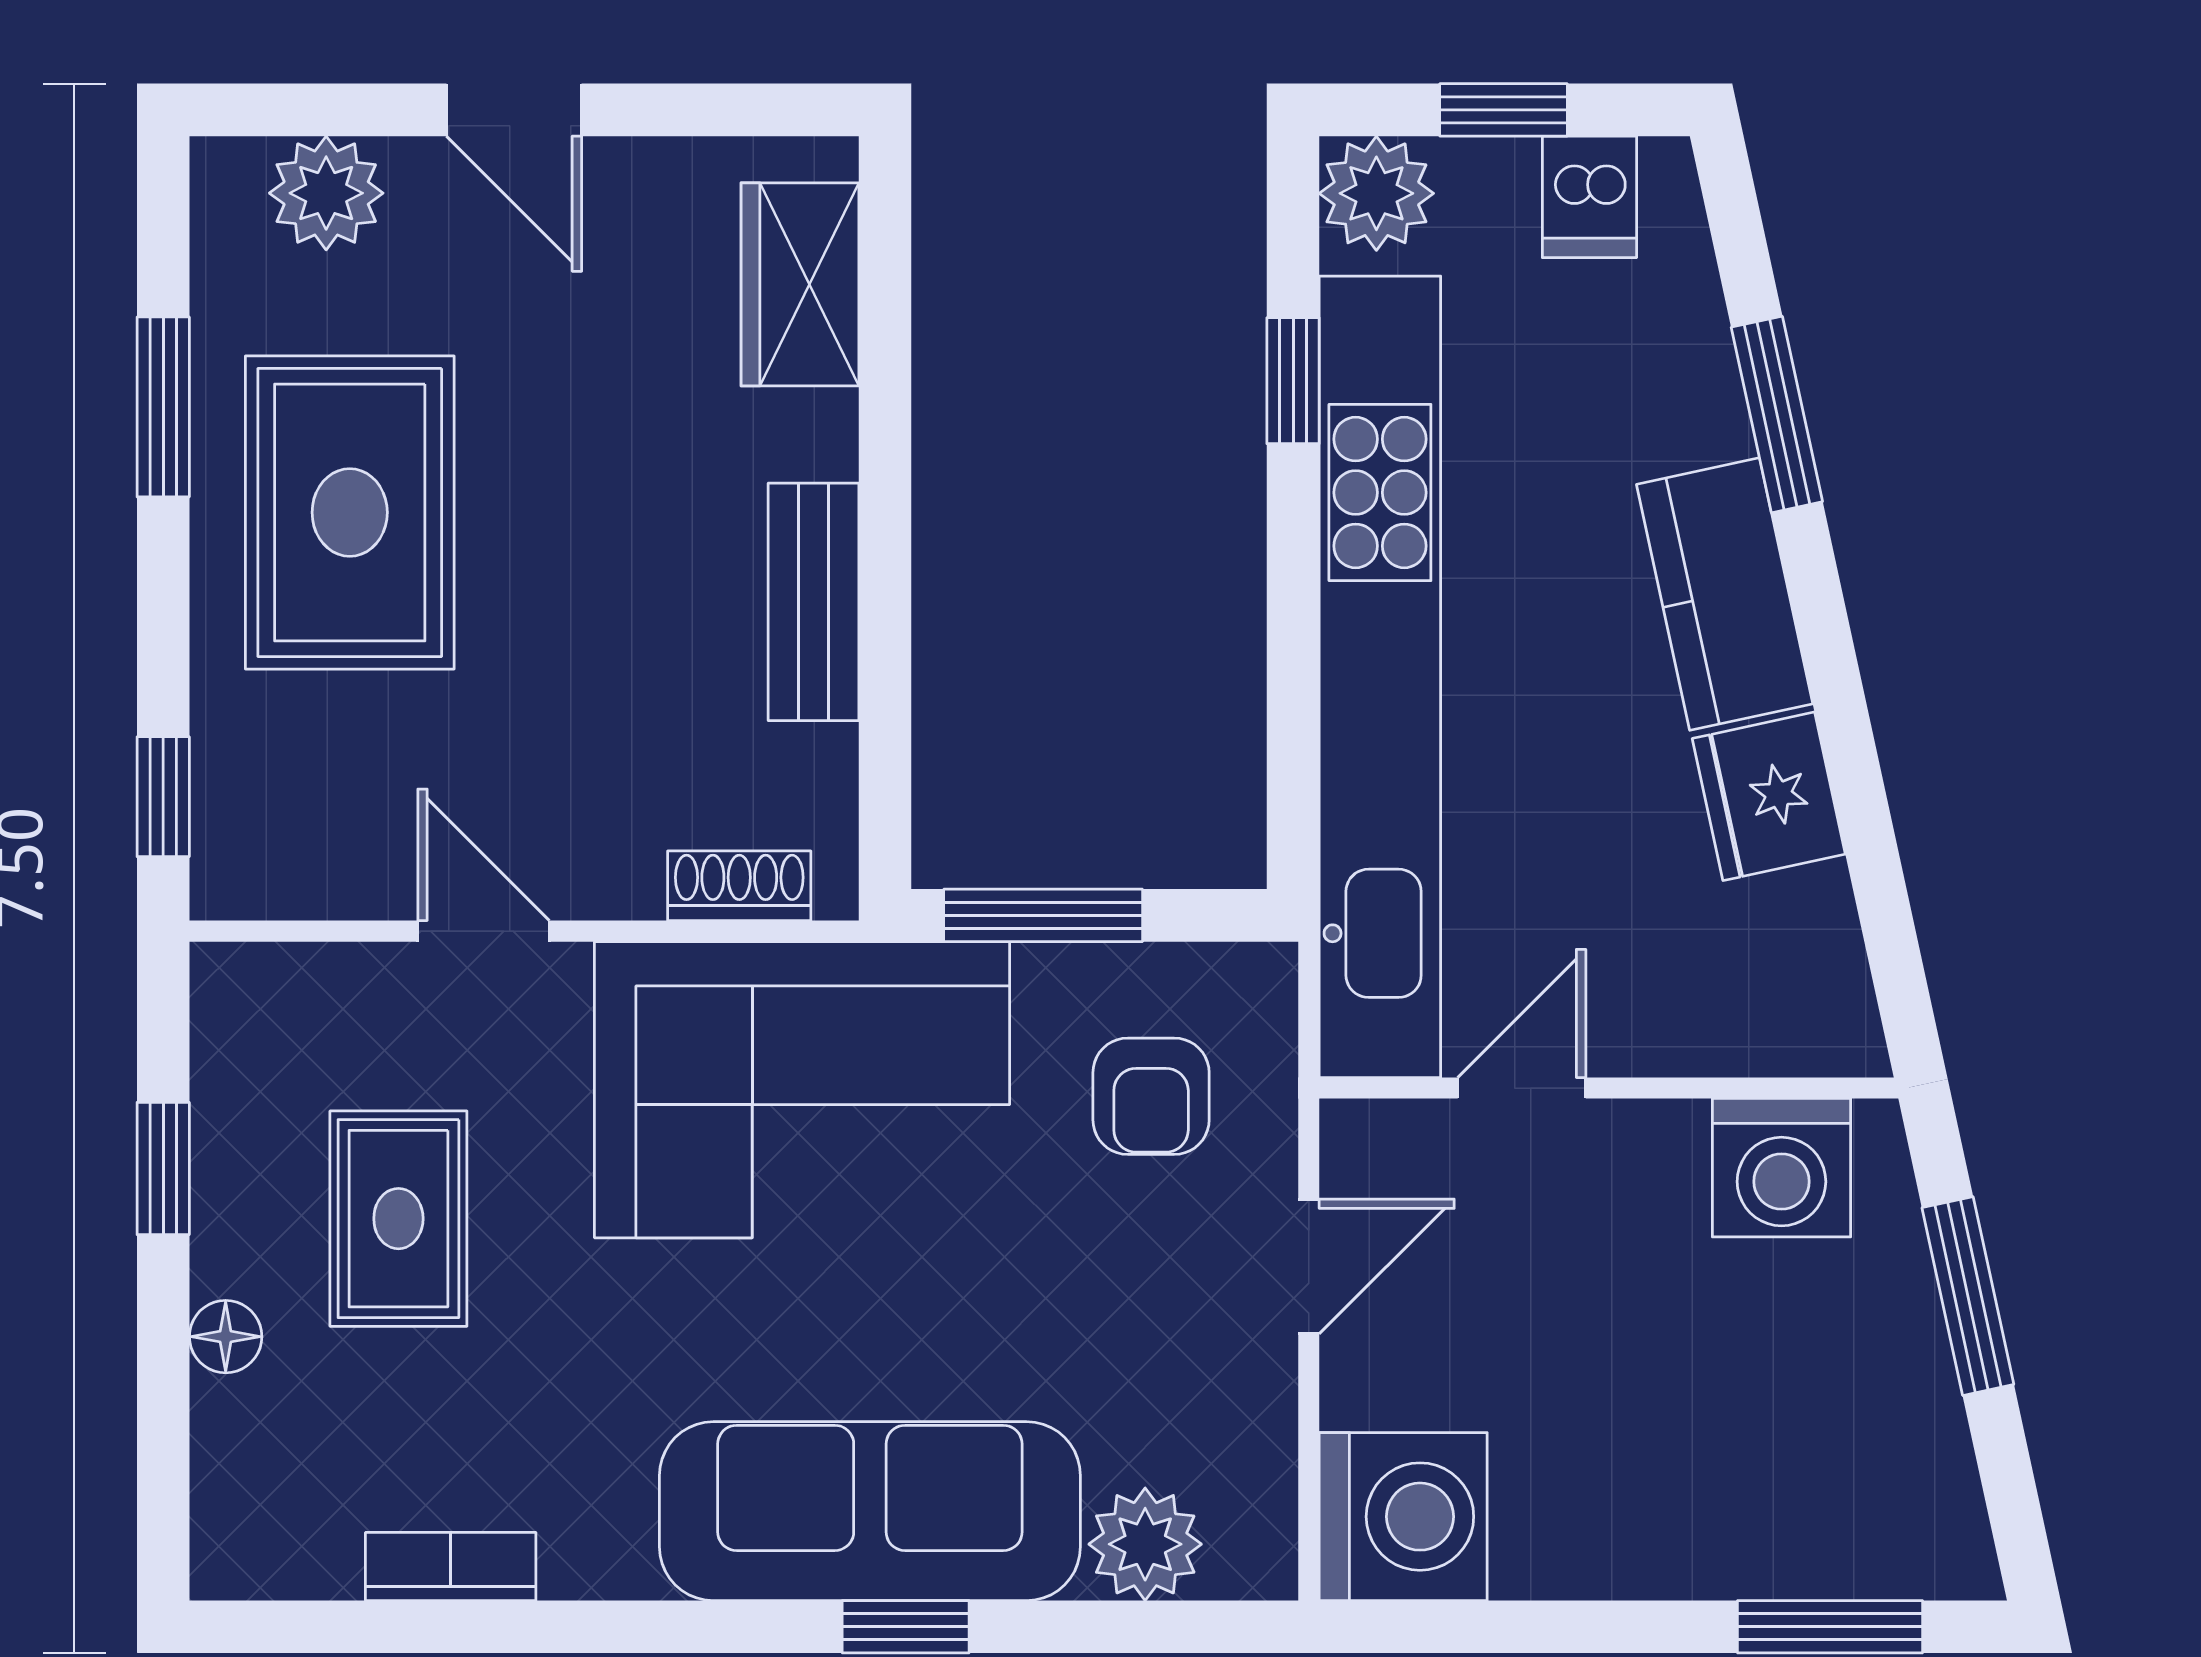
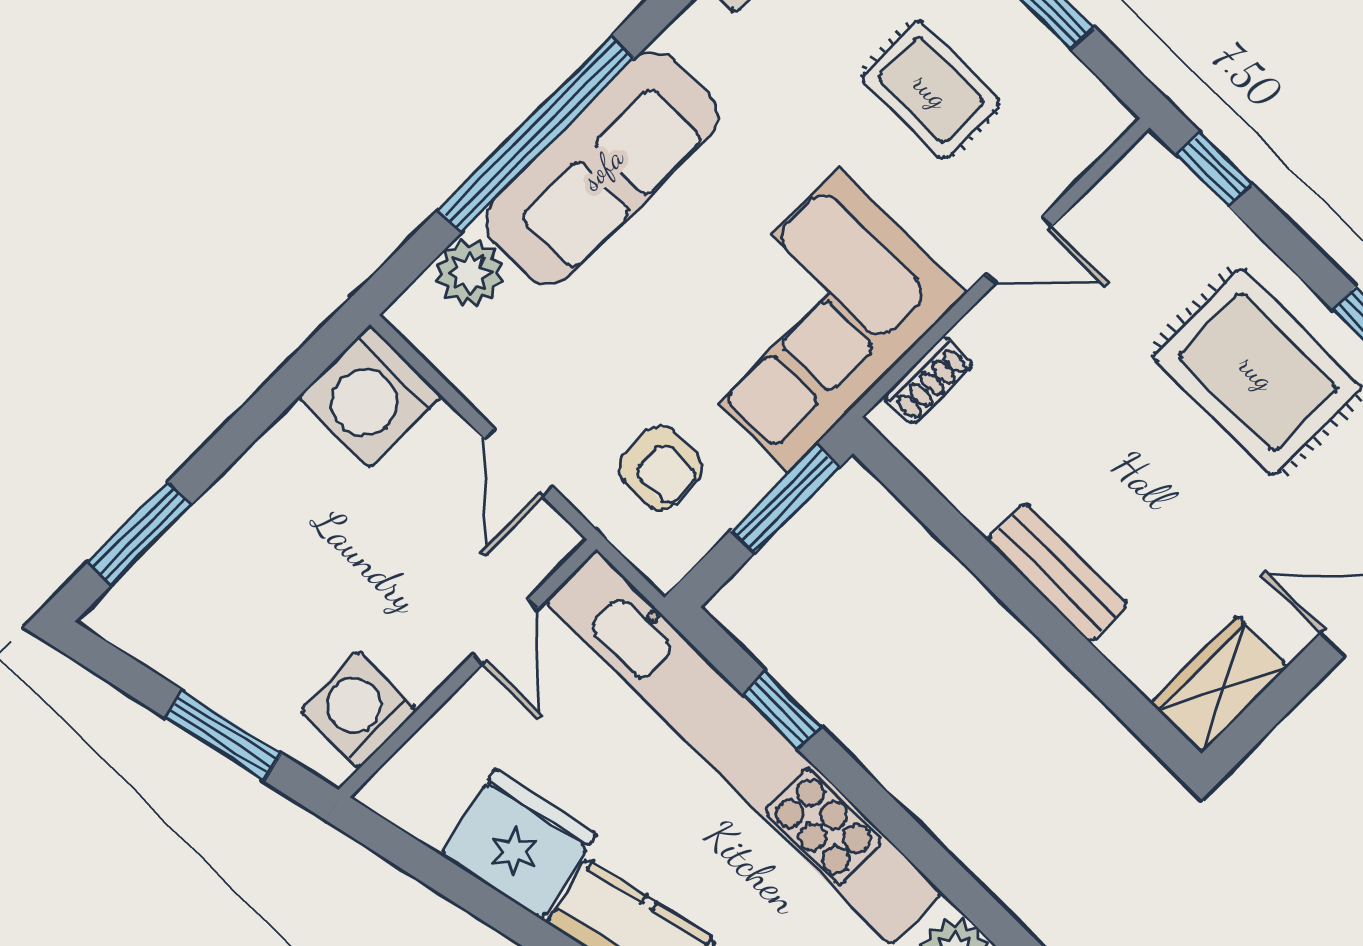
wardrobe: (800, 284) -> (1219, 685), moved, turned -90
window: (1293, 381) -> (782, 710), moved
bench: (814, 602) -> (1058, 572), moved
fridge: (1769, 796) -> (518, 844), width x1.36, depth x1.34
armchair: (1151, 1096) -> (660, 468), turned 180
window: (906, 1627) -> (536, 134), width x3.17

